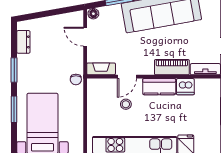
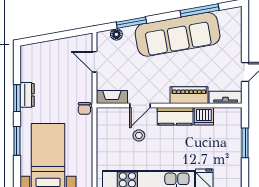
floor lamp: (93, 14) -> (116, 34), moved
dresser: (23, 42) -> (27, 95), moved

